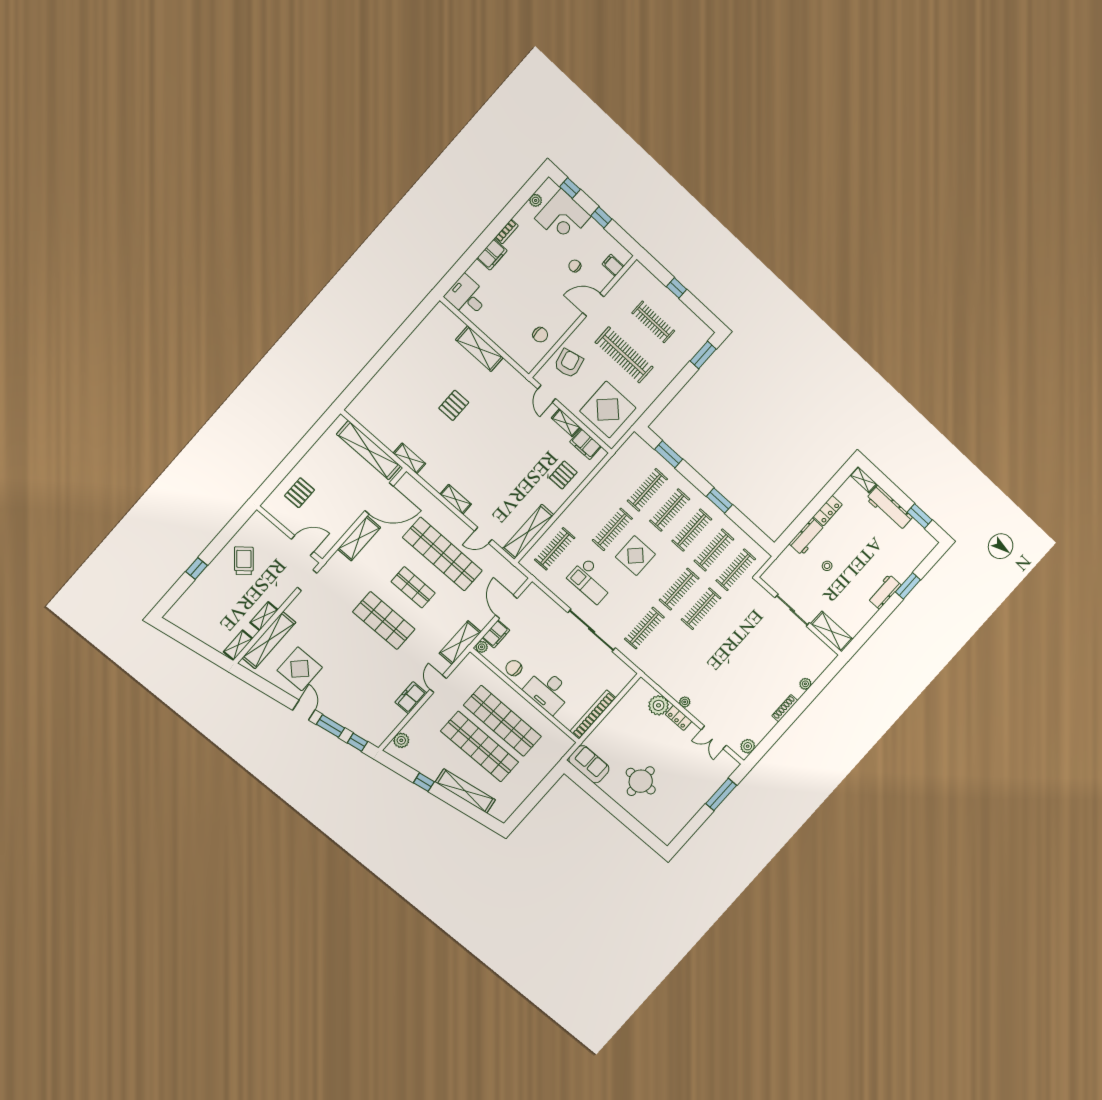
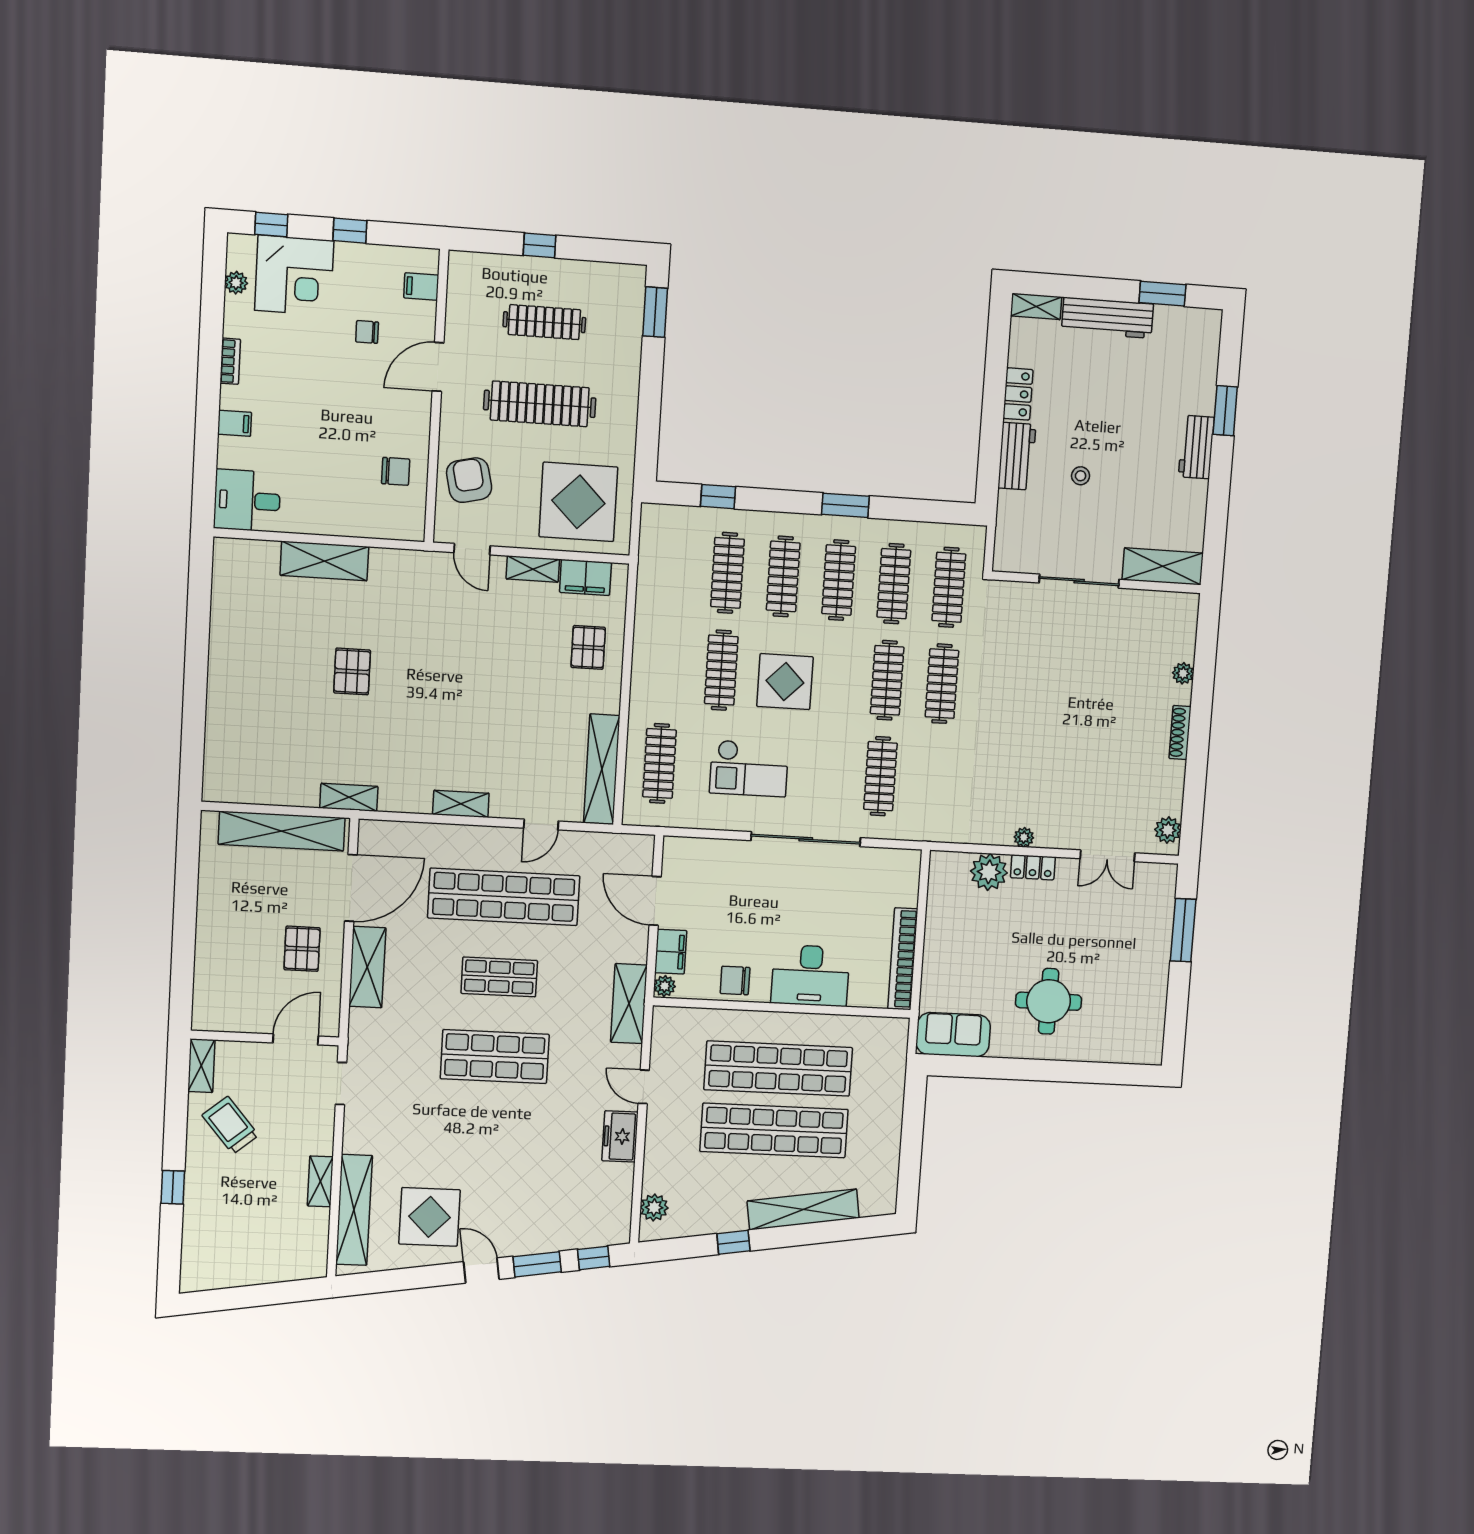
filing cabinet: (492, 254) -> (235, 423), width x0.50
window: (669, 454) -> (718, 497), width x0.67
pallet: (300, 493) -> (302, 949), moved
shelving: (238, 645) -> (201, 1066), moved

